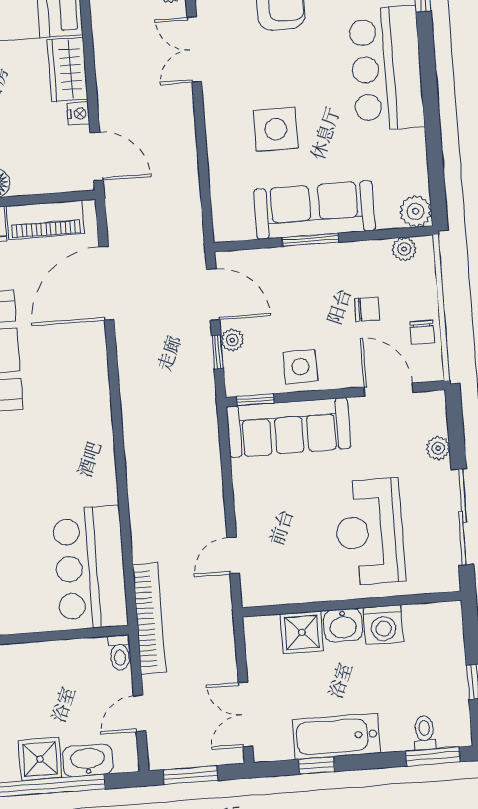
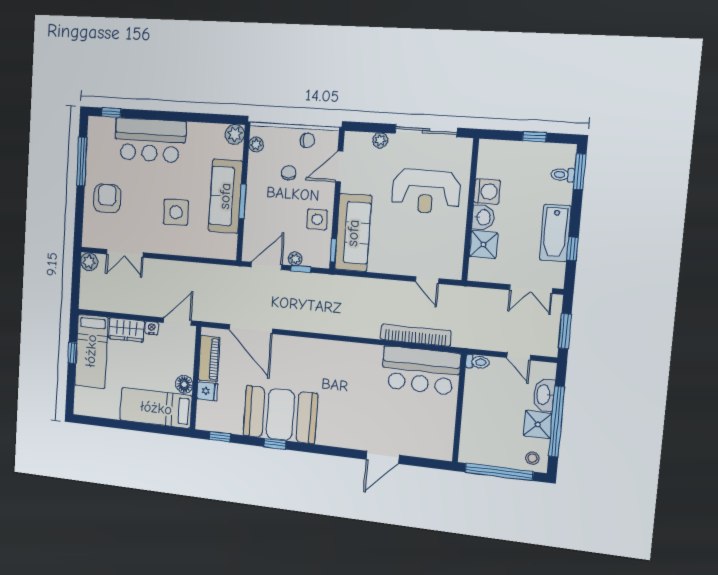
bookcase: (149, 618) -> (416, 335), moved

